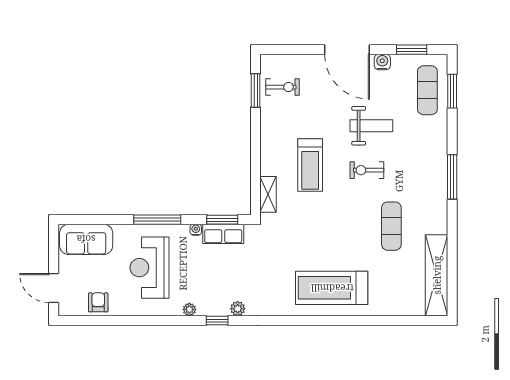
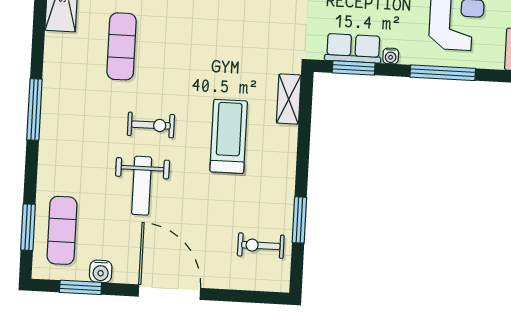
water cooler: (382, 62) -> (101, 271), moved
window: (256, 91) -> (299, 220), moved
weight bench: (371, 126) -> (142, 186), turned -90

